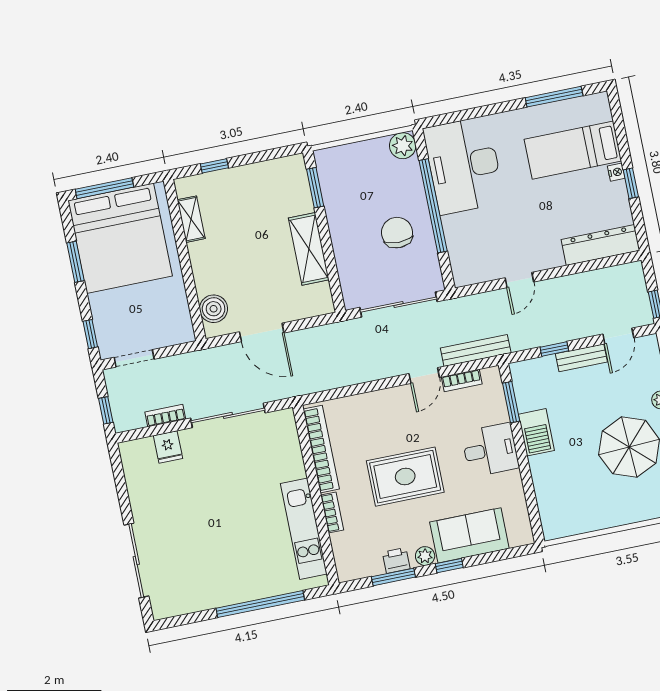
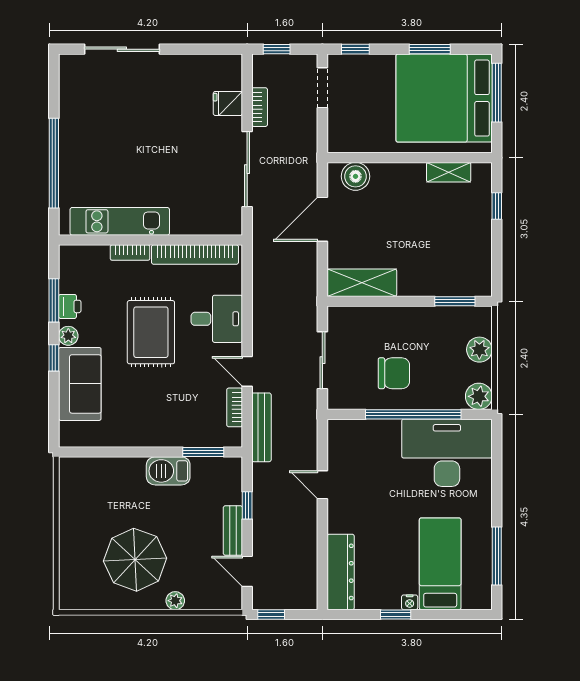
plant: (357, 154) -> (479, 350), added
shelving: (309, 249) -> (362, 283), moved
sliding door: (398, 305) -> (322, 360), width x0.73
desk: (490, 450) -> (217, 319), moved, turned -90

